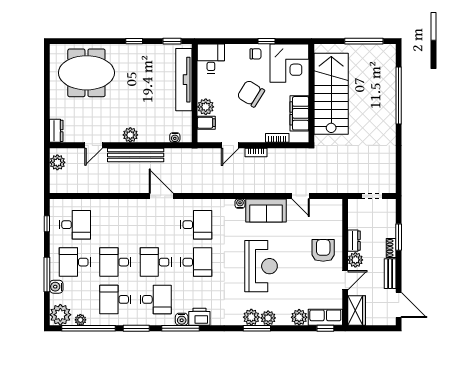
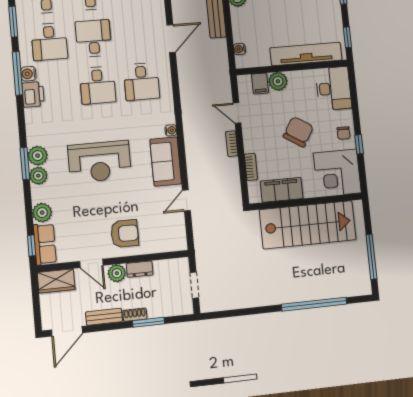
desk: (211, 59) -> (333, 88), width x1.37

